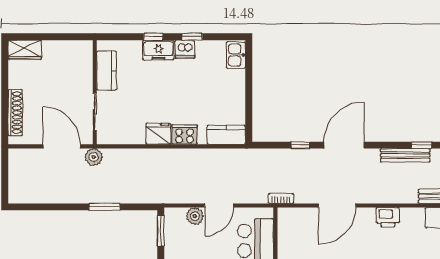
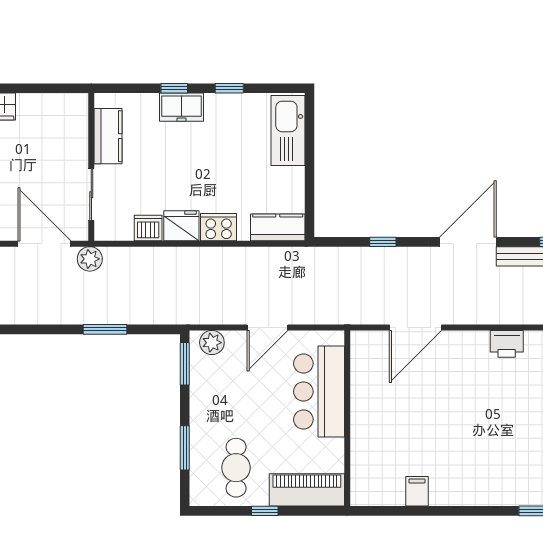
dishwasher: (185, 49) -> (148, 228), moved, turned 180
kitchen sink: (236, 55) -> (288, 130), width x1.87, depth x1.24
door: (344, 145) -> (468, 242), moved
bookcase: (281, 199) -> (355, 318), removed
door: (337, 205) -> (415, 328), moved
plant: (195, 216) -> (212, 343), moved

